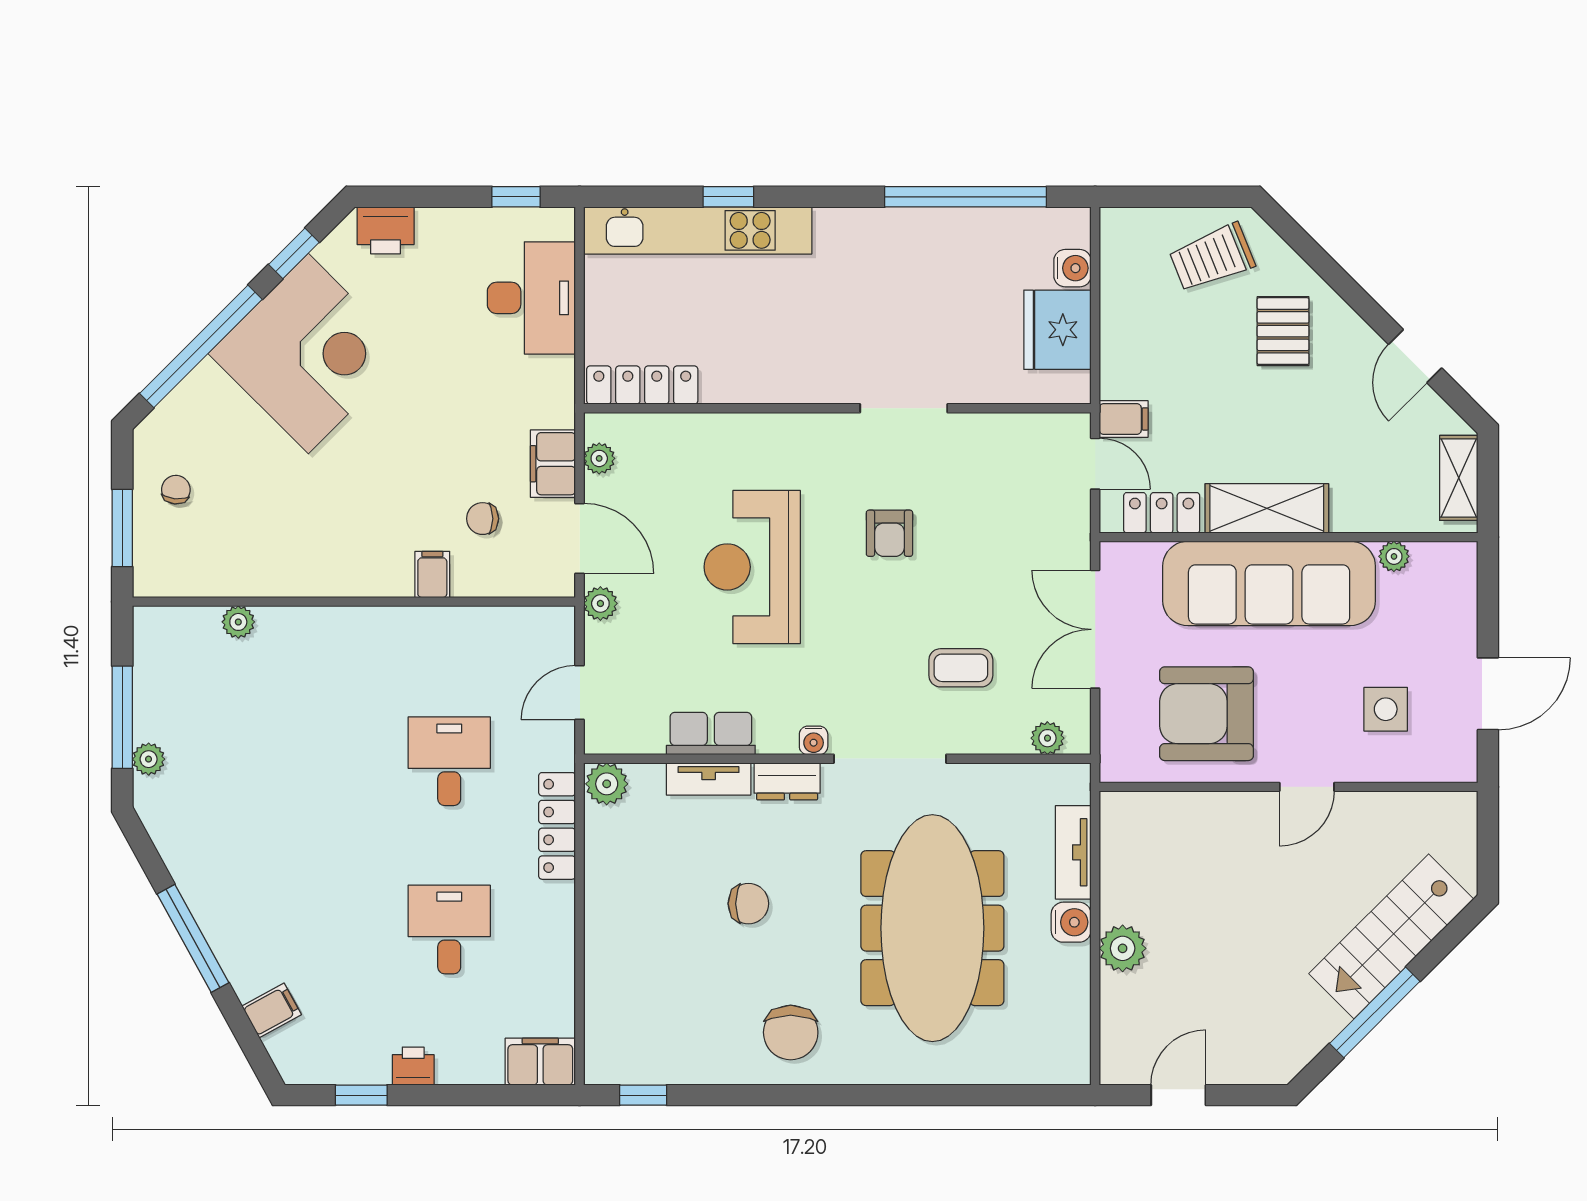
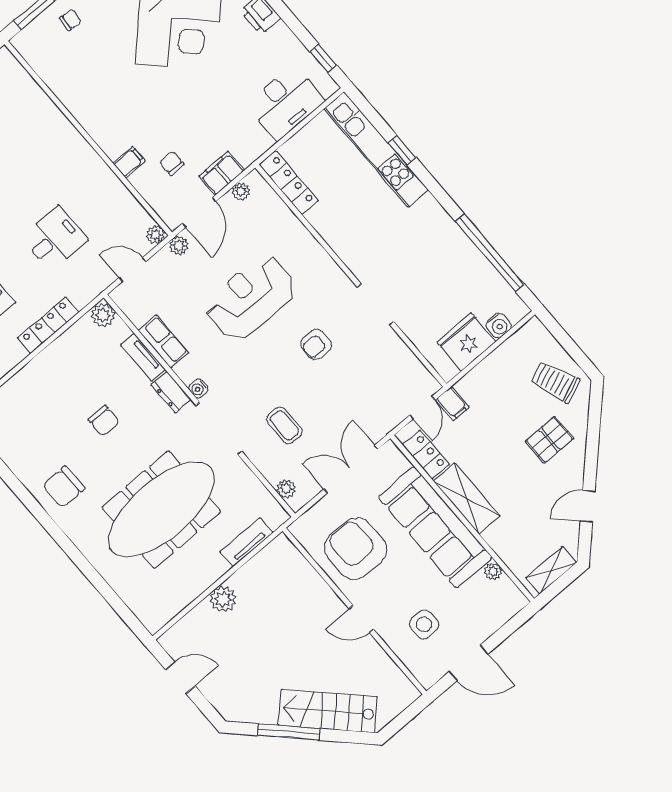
plant: (238, 622) -> (155, 235), moved
locker: (557, 826) -> (48, 325), moved
water cooler: (1071, 922) -> (215, 567), removed

